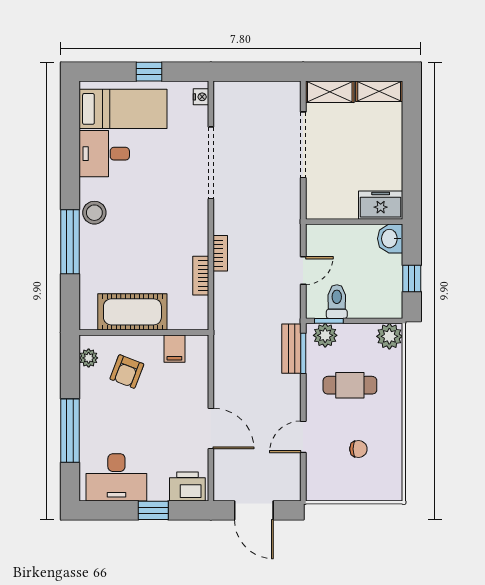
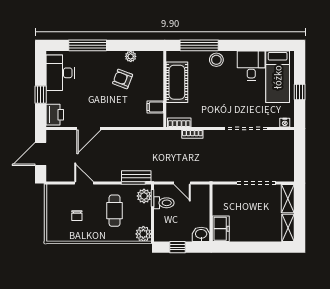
cot: (132, 312) -> (177, 82), moved
wall: (144, 332) -> (165, 89), moved
filing cabinet: (174, 349) -> (155, 107), moved

